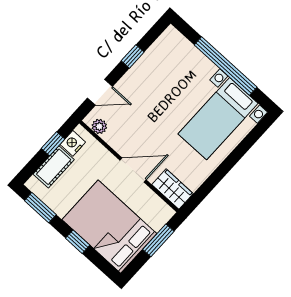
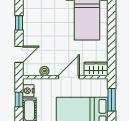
plant: (99, 126) -> (44, 71), moved

